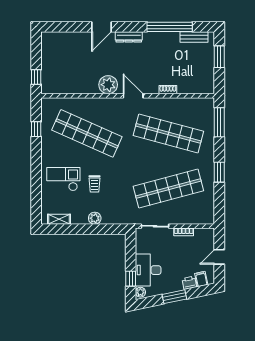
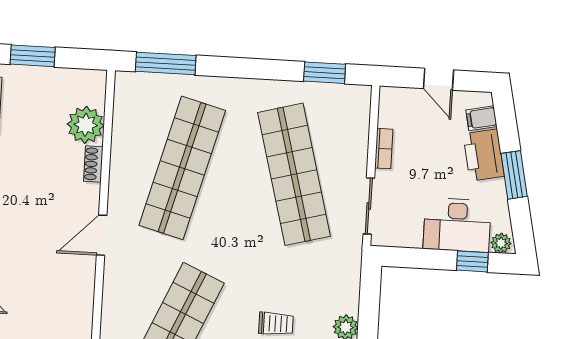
plant: (108, 85) -> (86, 125), moved
window: (219, 172) -> (325, 73), moved
printer: (189, 283) -> (484, 155), width x1.87, depth x1.48

